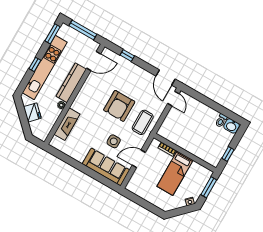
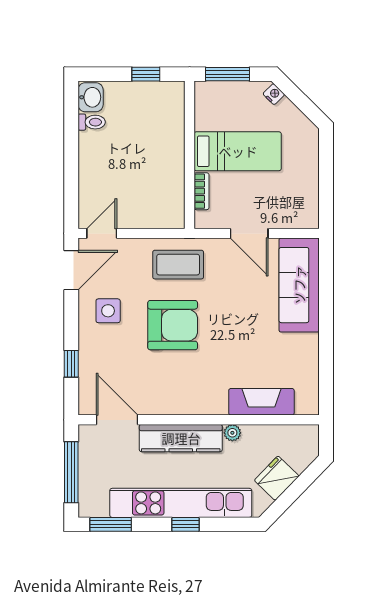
side table: (114, 141) -> (108, 311), moved

